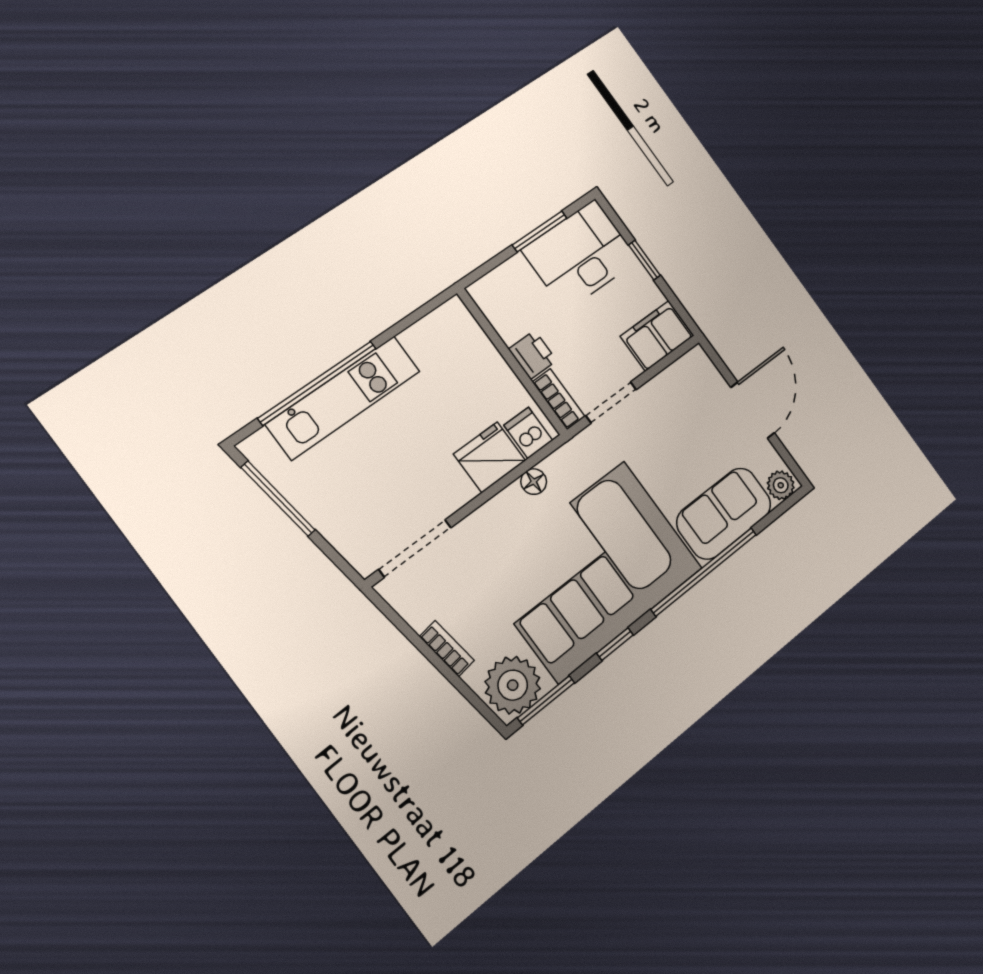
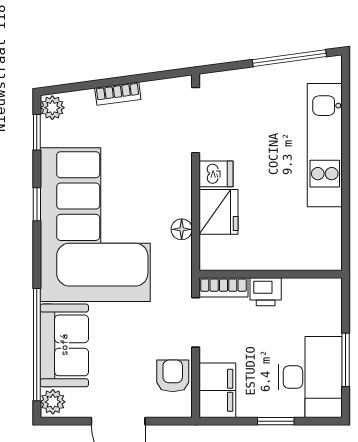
window: (317, 383) -> (346, 135), removed
armchair: (675, 388) -> (173, 376), added
dishwasher: (528, 433) -> (216, 174), moved
window: (704, 572) -> (37, 345), moved
plant: (513, 685) -> (52, 108), width x0.53, depth x0.53
window: (546, 700) -> (37, 132), width x0.67

